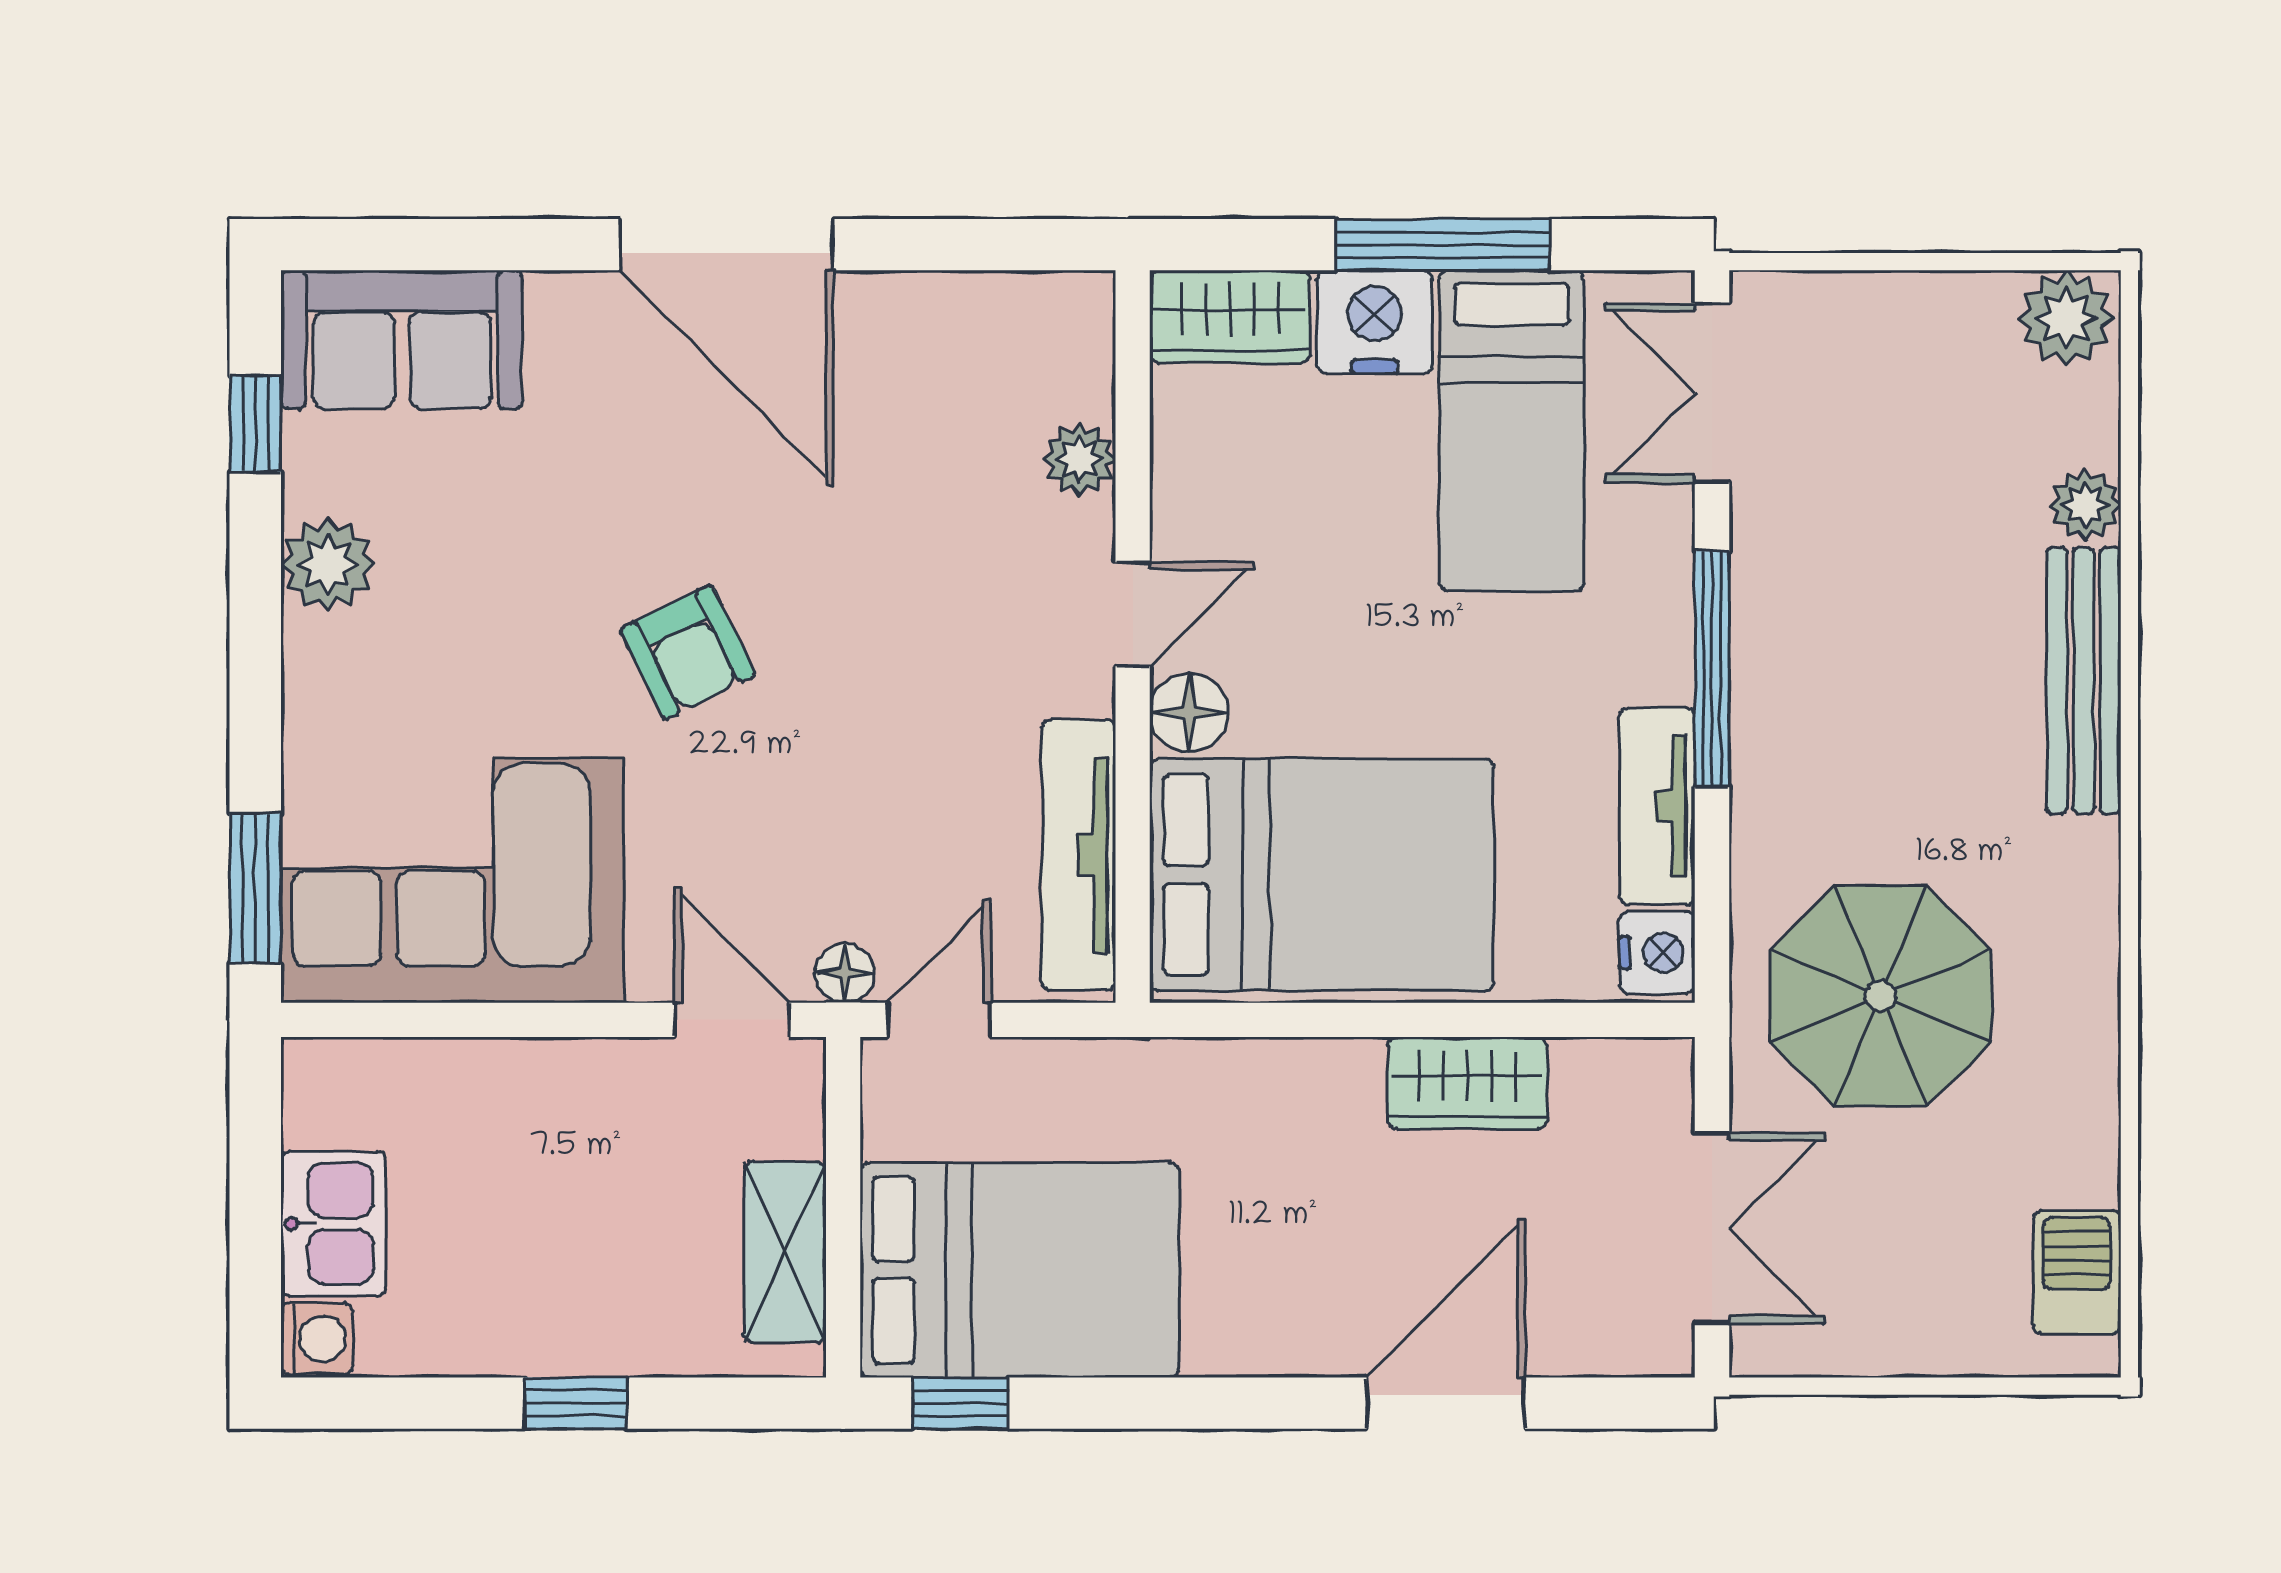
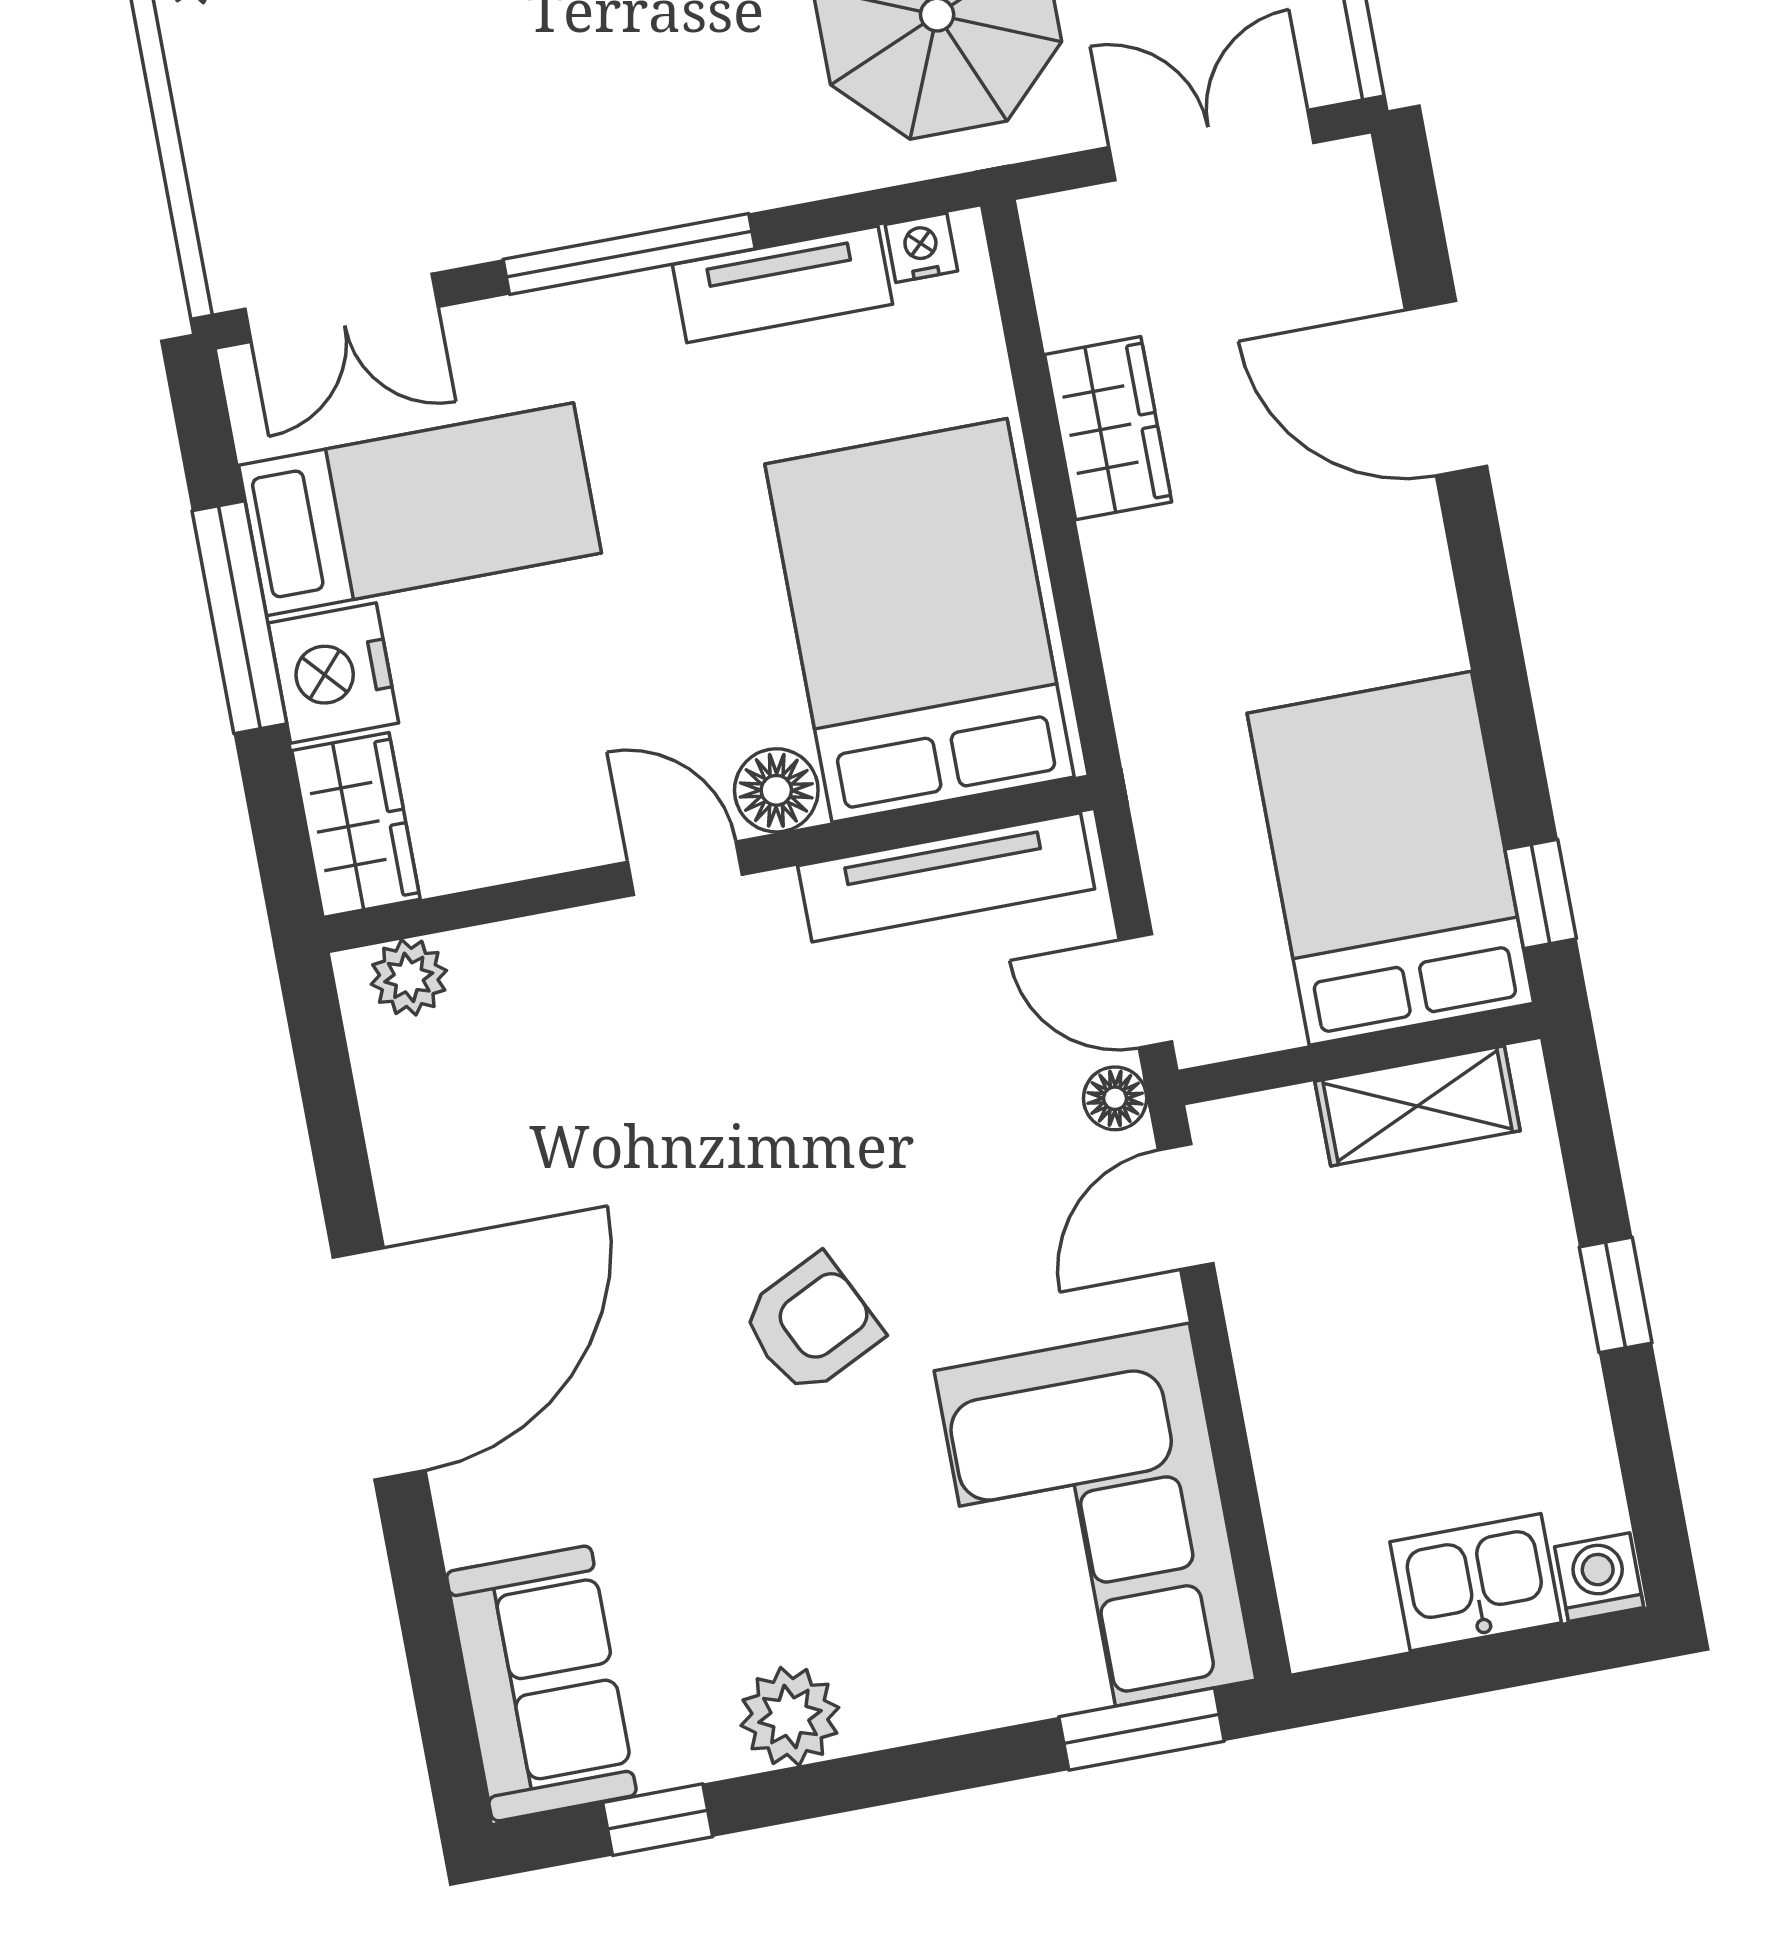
plant: (1079, 459) -> (409, 977), moved
nightstand: (1657, 953) -> (921, 248), width x0.72, depth x0.74

